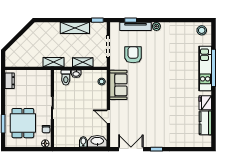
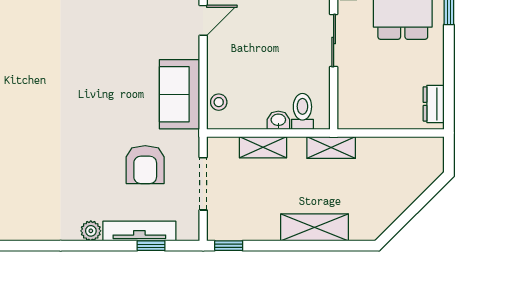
shelving: (75, 28) -> (315, 227), moved
door: (108, 116) -> (203, 20), hinge flipped

